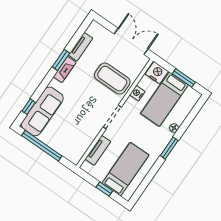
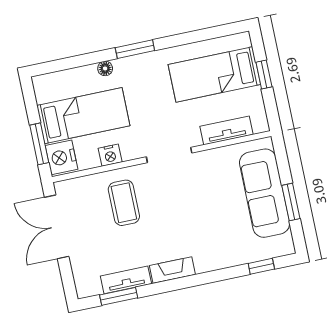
window: (61, 60) -> (119, 296), moved
window: (184, 78) -> (39, 144), moved
coffee table: (112, 79) -> (124, 203), width x0.73, depth x0.76
sofa: (42, 111) -> (265, 193), moved, turned -90
window: (42, 146) -> (291, 202), width x0.47

